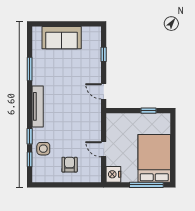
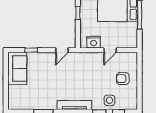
sofa: (62, 38) -> (17, 68), moved
nightstand: (113, 174) -> (94, 42), moved

